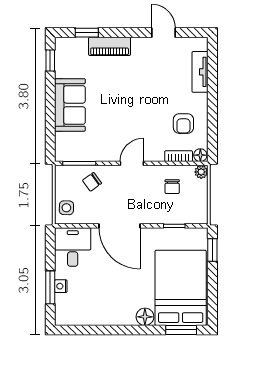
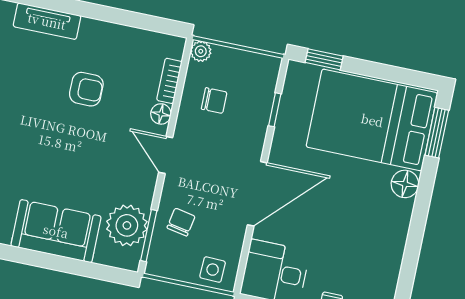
armchair: (183, 124) -> (86, 89), moved
plant: (83, 148) -> (127, 225), added
floor lamp: (200, 155) -> (161, 114), moved
chair: (92, 182) -> (181, 222), turned -133

